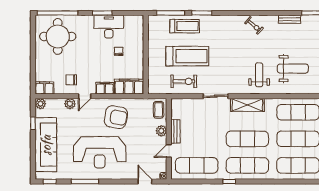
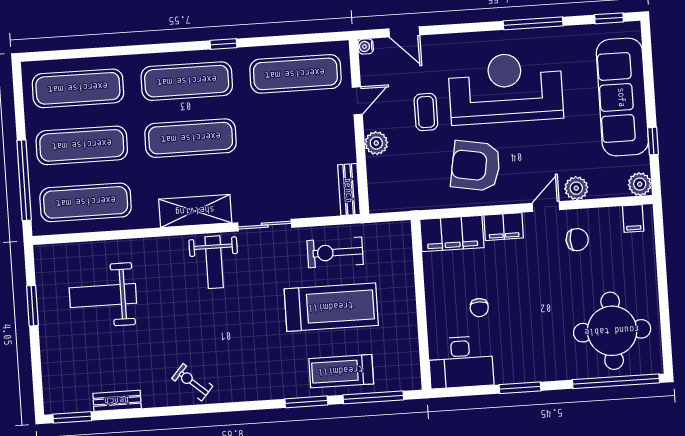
desk: (109, 27) -> (461, 362), moved
treadmill: (187, 56) -> (331, 307), turned 180
weight bench: (259, 75) -> (214, 262), moved
filing cabinet: (45, 88) -> (633, 219), width x0.50
coffee table: (159, 110) -> (426, 112), moved
bench: (175, 131) -> (349, 190), moved

